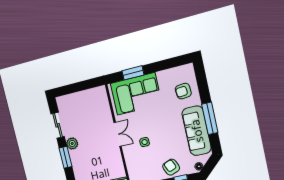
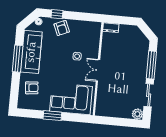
window: (133, 73) -> (52, 116), moved
plant: (72, 144) -> (137, 114), moved
window: (65, 157) -> (151, 65), width x1.44

